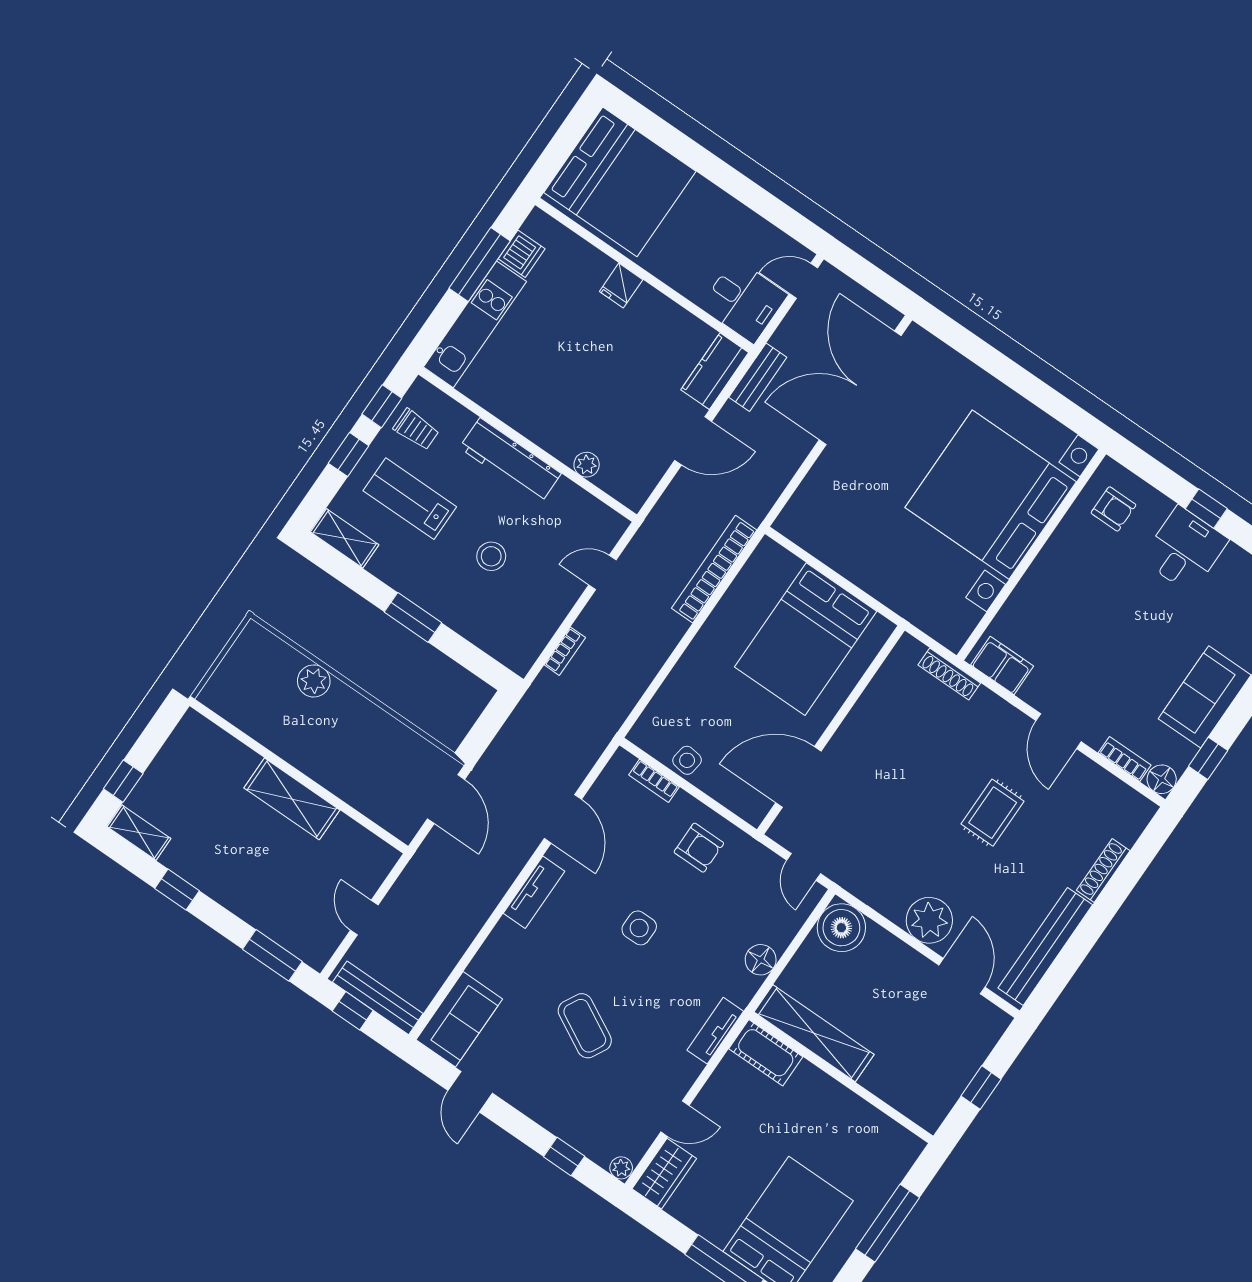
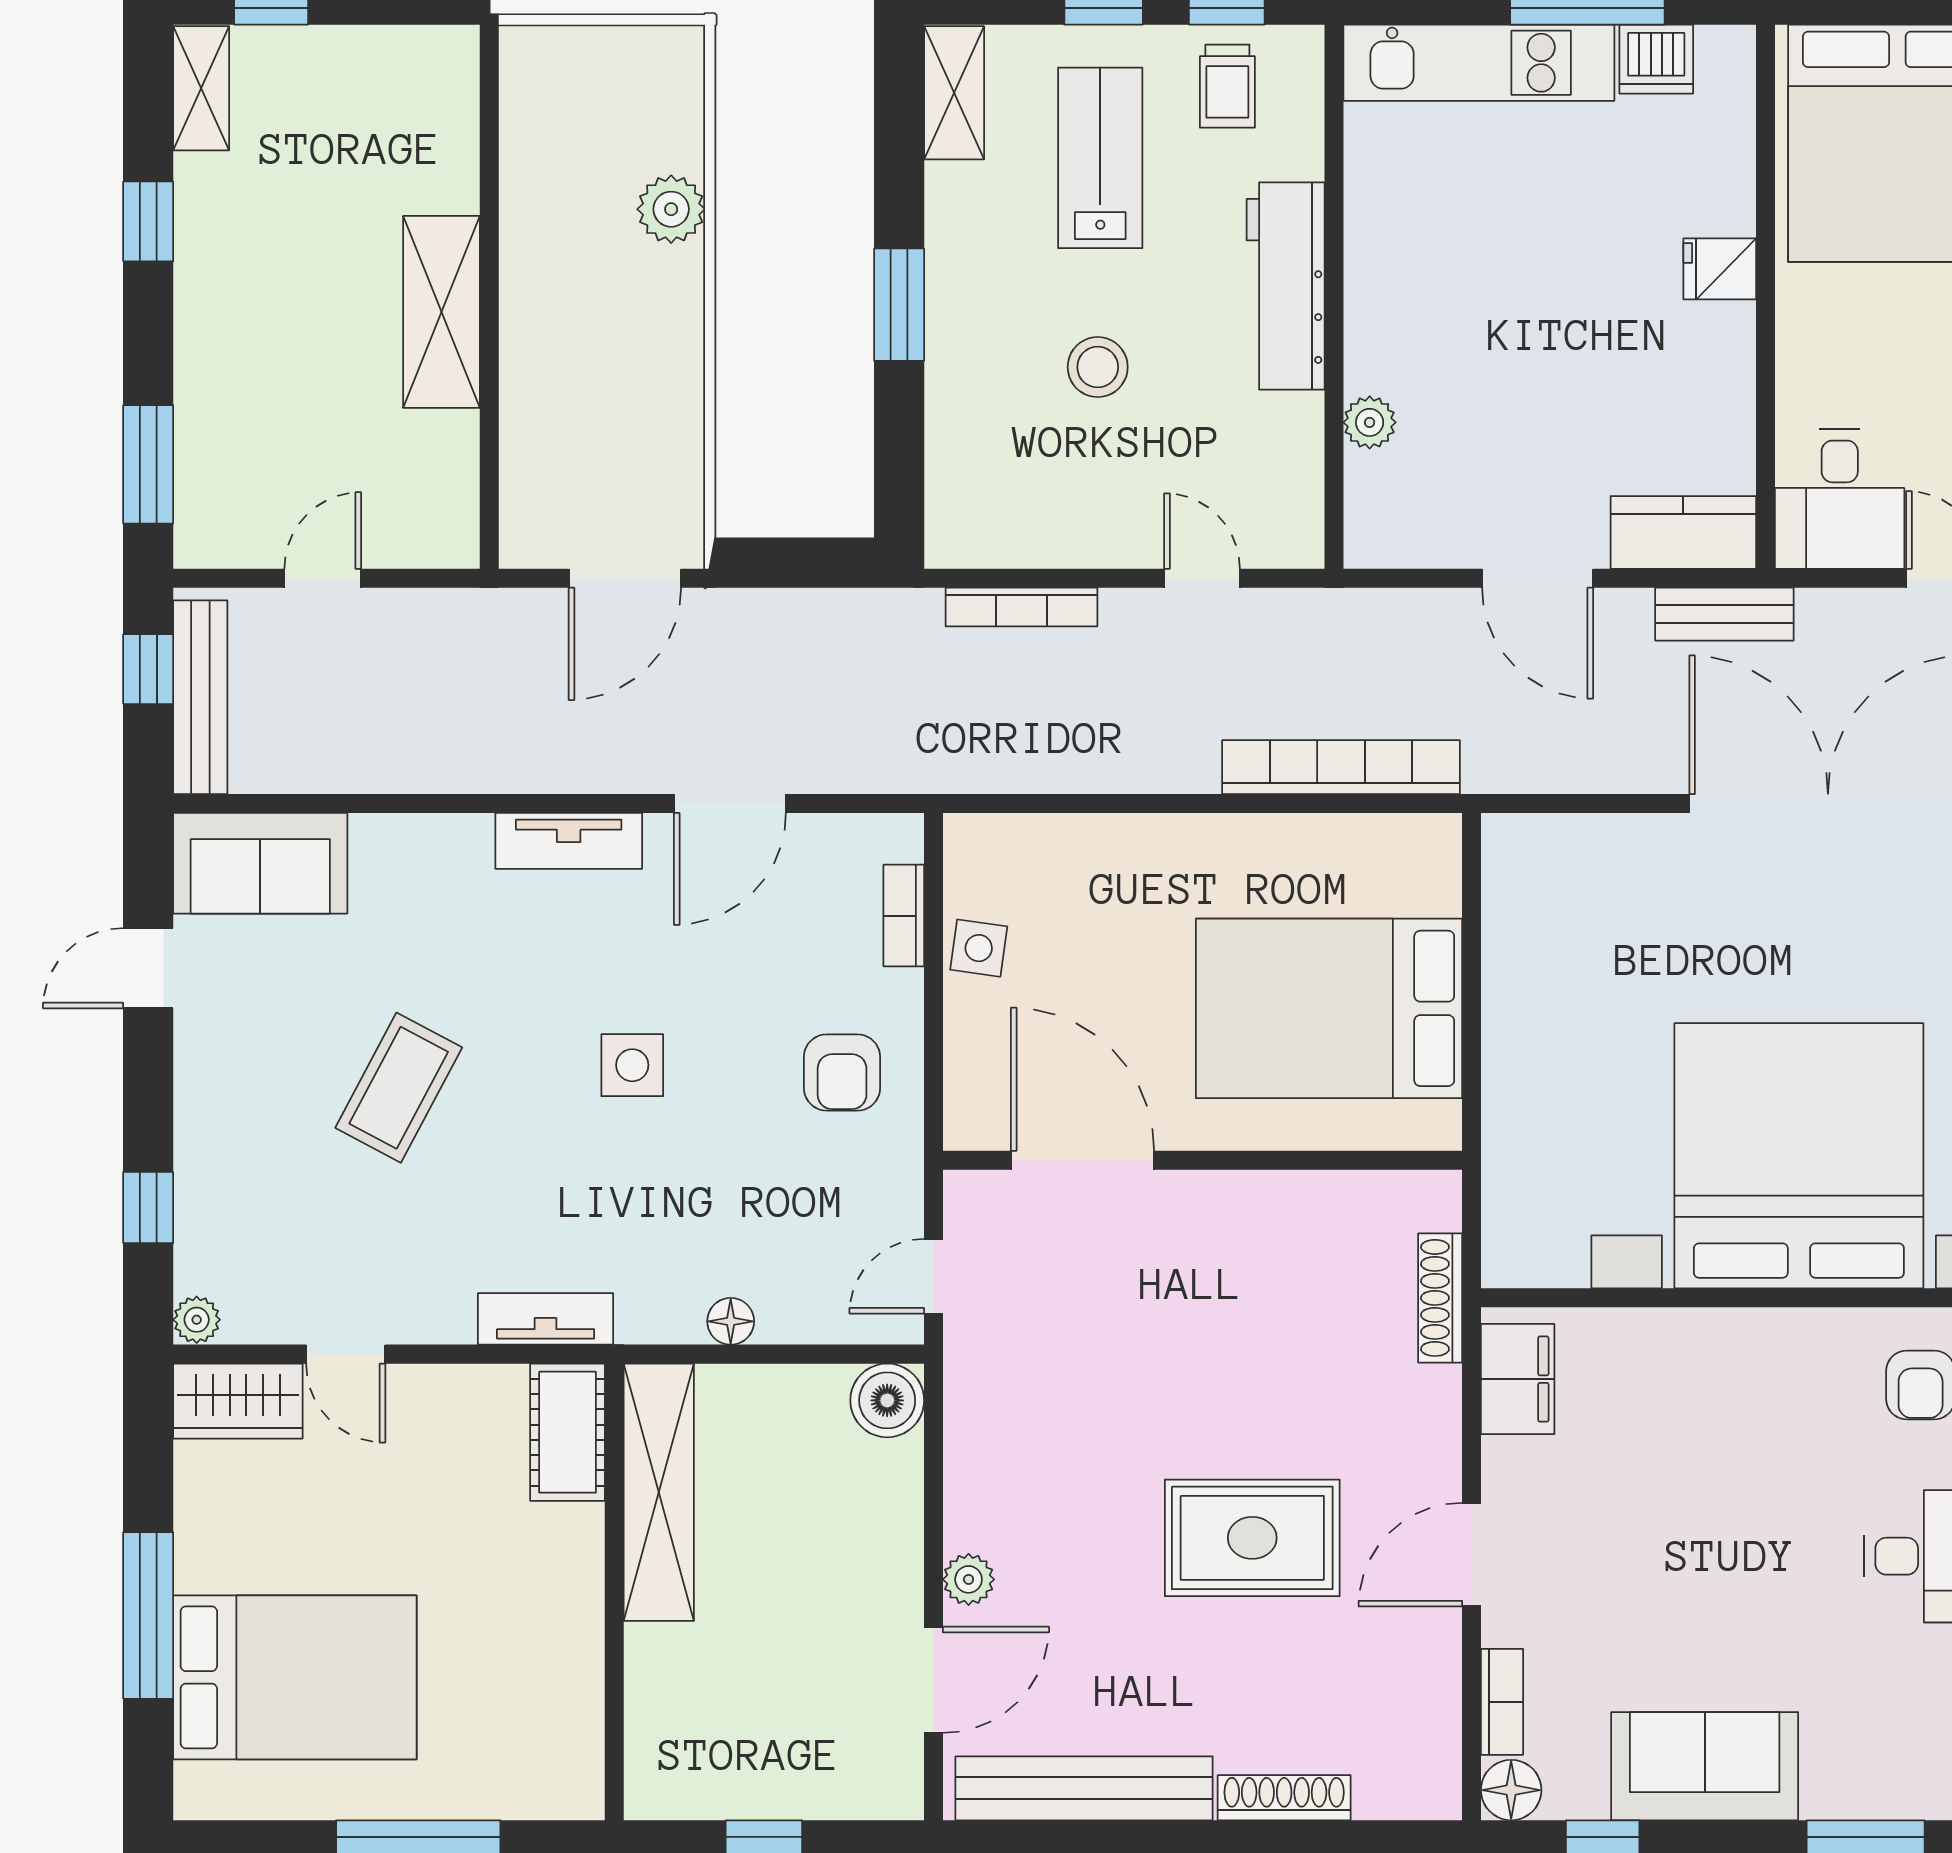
bookcase: (565, 651) -> (1021, 607), width x1.56
rug: (993, 813) -> (1252, 1538), width x1.36, depth x1.43
plant: (929, 920) -> (969, 1579), width x0.53, depth x0.53
boiler: (841, 928) -> (887, 1400), width x0.73, depth x0.73
floor lamp: (761, 960) -> (731, 1321), width x0.73, depth x0.73

